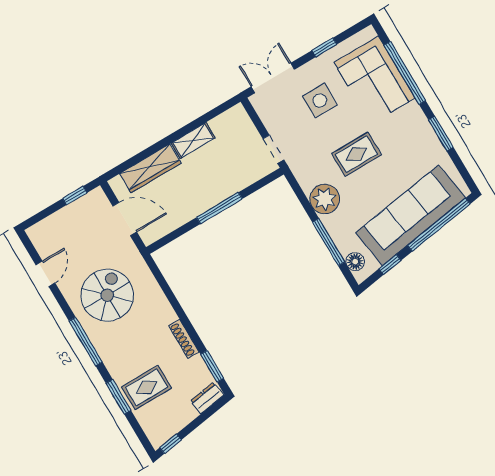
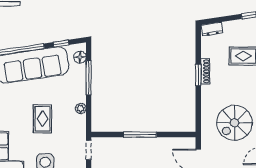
rug: (356, 154) -> (42, 119), turned 90
plant: (325, 199) -> (81, 108), width x0.53, depth x0.53
window: (212, 366) -> (198, 75), moved

